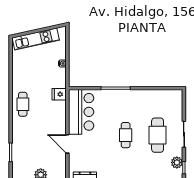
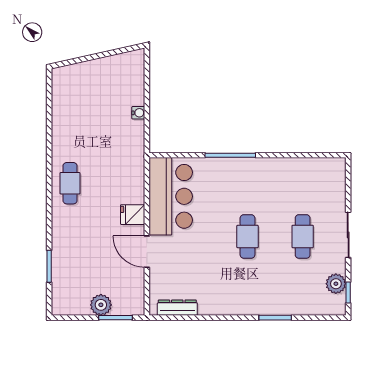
kitchen unit: (36, 39) -> (92, 71), removed
fridge: (59, 94) -> (133, 215), moved
cafe table: (158, 135) -> (303, 236), width x0.73, depth x0.74

